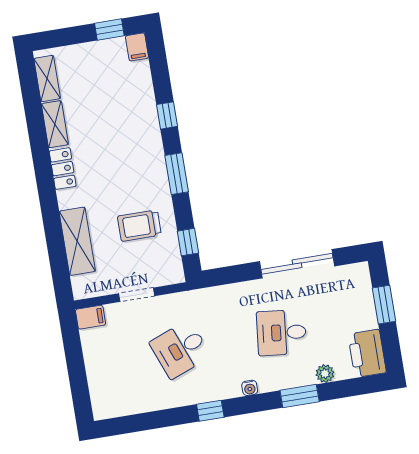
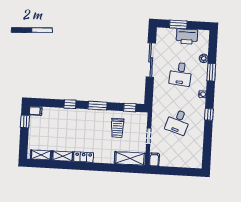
shelving: (77, 241) -> (130, 158), moved
desk: (180, 349) -> (178, 122), turned 39
printer: (367, 353) -> (187, 36), moved

